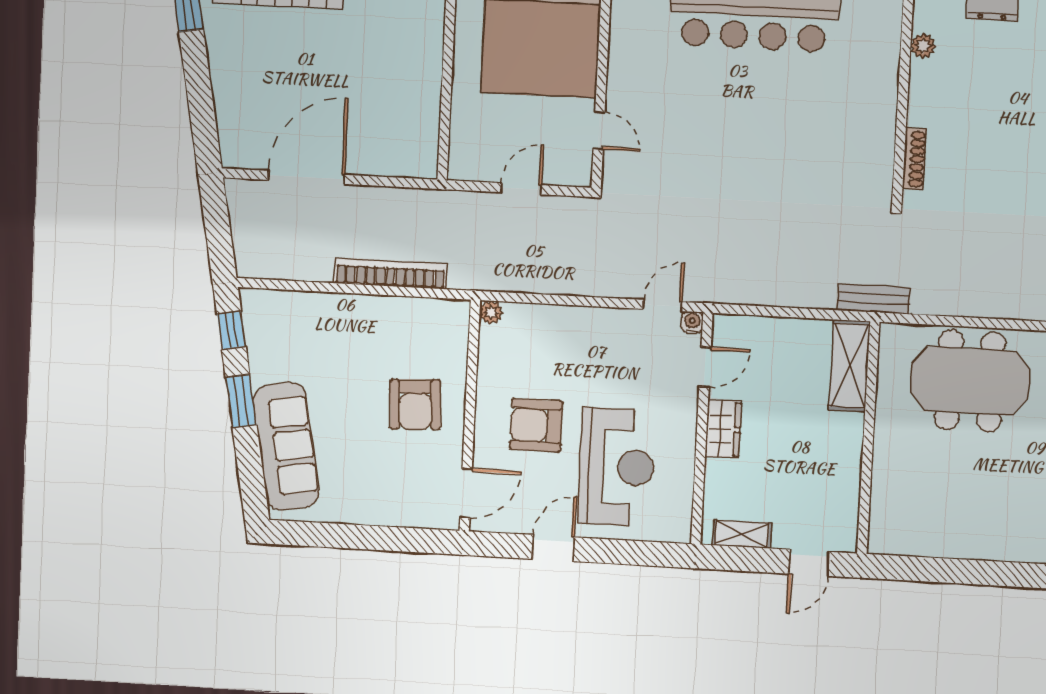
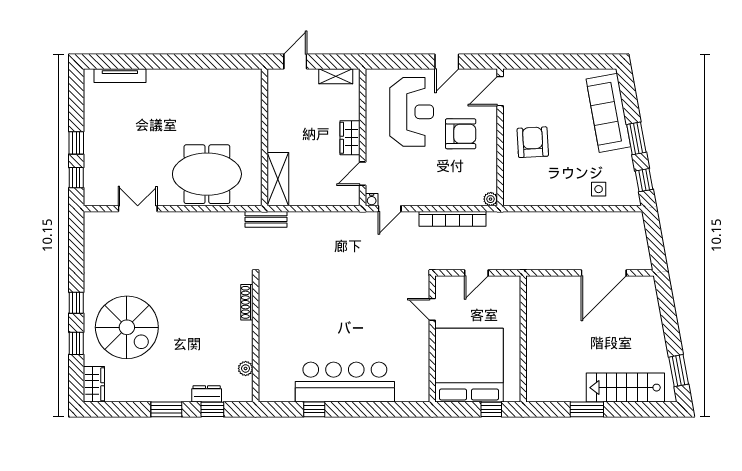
bookcase: (390, 273) -> (453, 219), moved
side table: (308, 319) -> (599, 189), added
reception desk: (617, 467) -> (412, 112), turned 180

